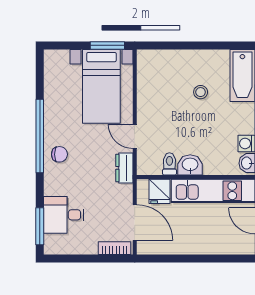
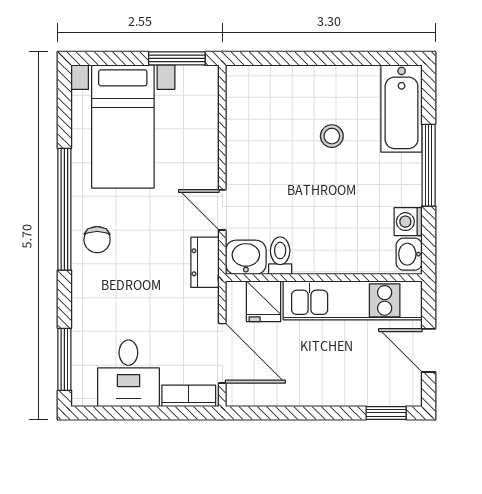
bed with nightstands: (101, 86) -> (123, 126), moved
chair: (59, 154) -> (97, 240), turned 90
washbasin: (190, 165) -> (246, 257), moved
desk: (64, 215) -> (128, 373), moved, turned -90
window: (233, 258) -> (386, 413), added

